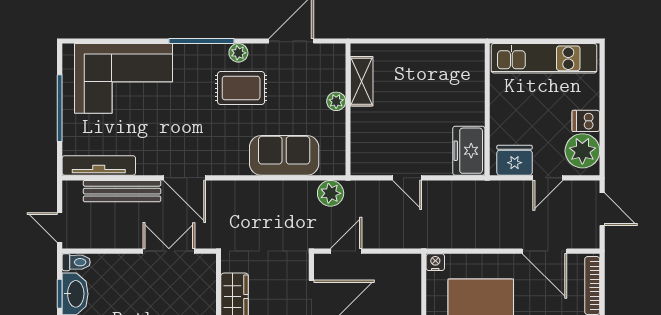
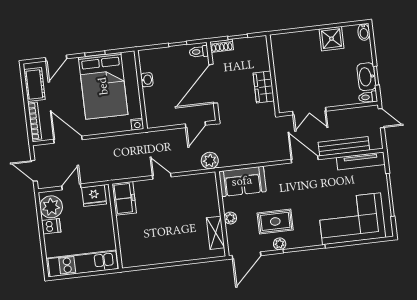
shelving: (362, 81) -> (216, 233), moved
plant: (336, 101) -> (230, 218), moved
wall: (348, 109) -> (222, 214), moved

